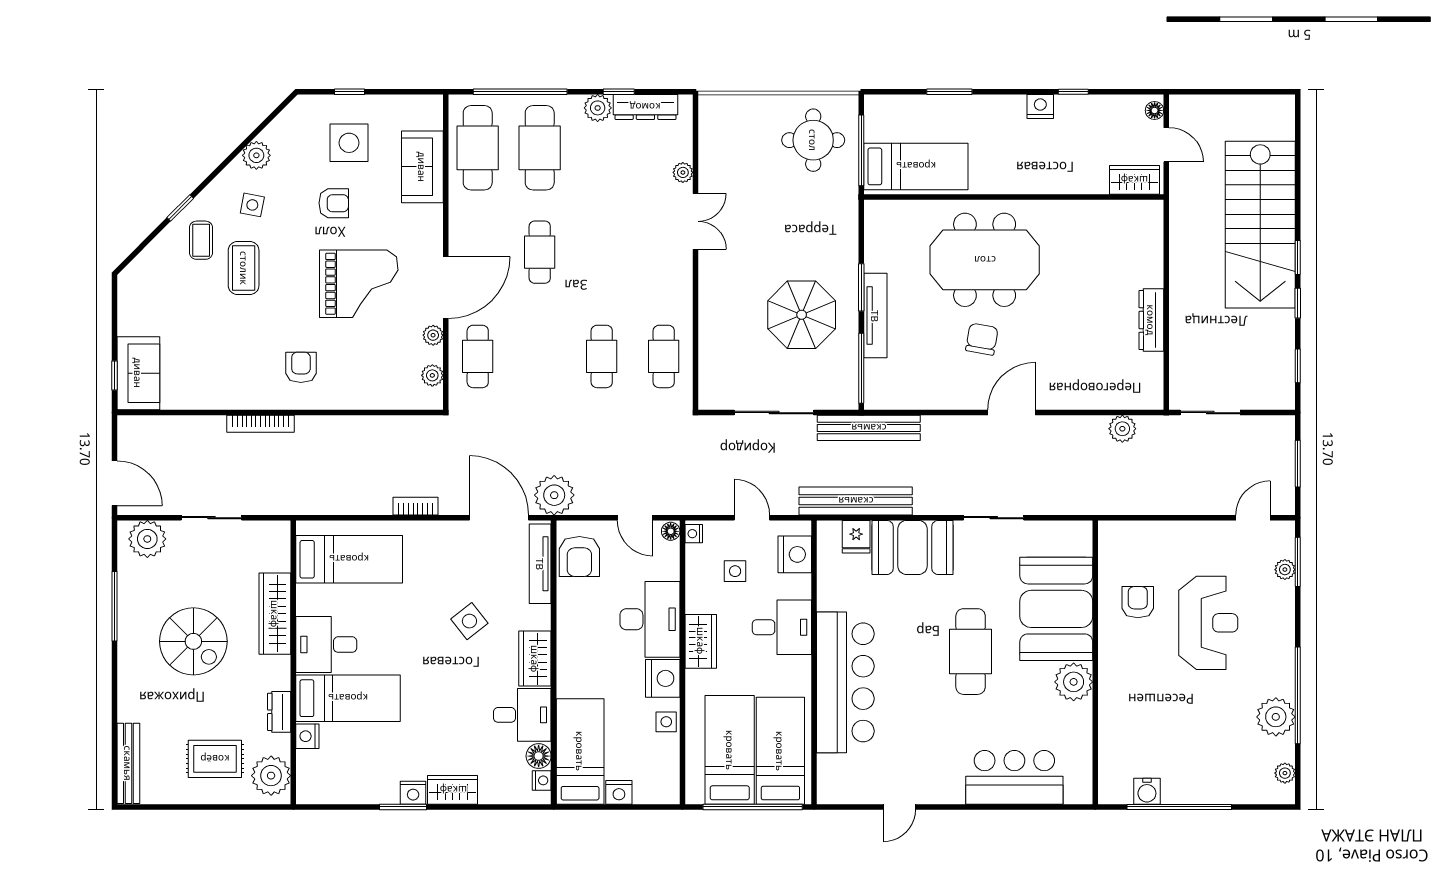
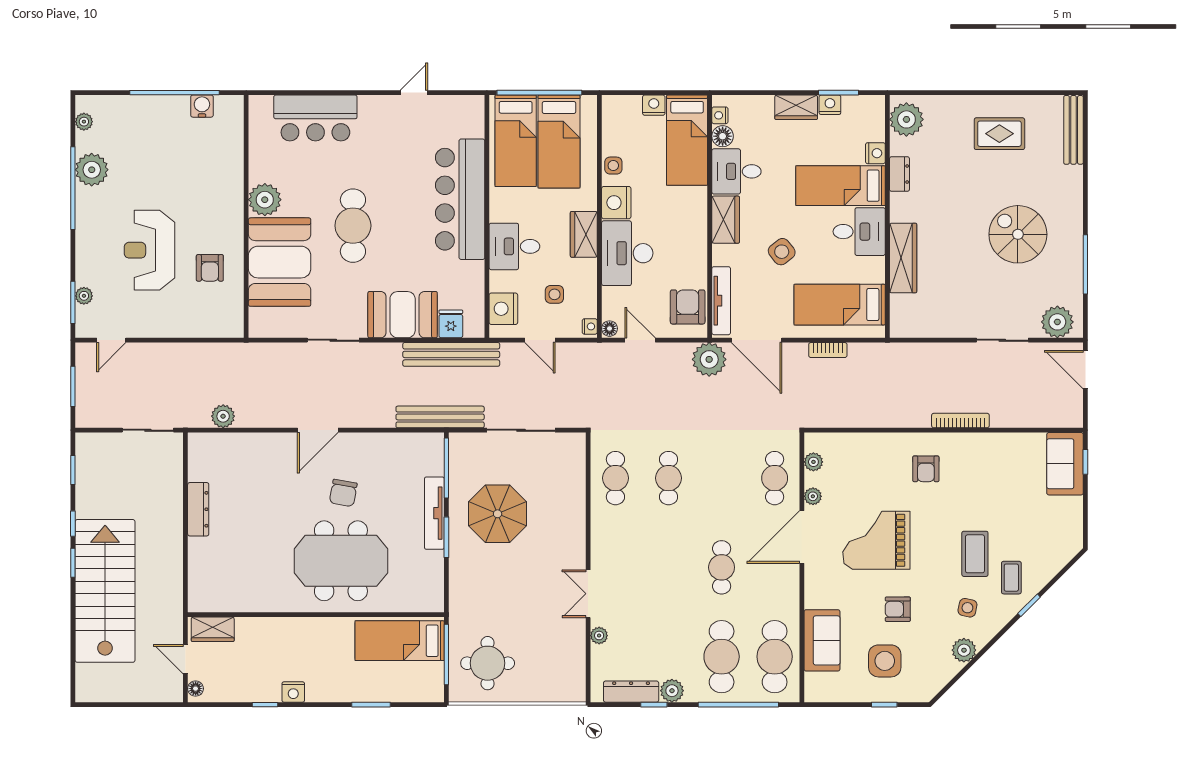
bed: (349, 559) -> (840, 305), moved
wardrobe: (275, 614) -> (903, 258), moved
desk: (326, 645) -> (859, 232), moved
wall: (293, 662) -> (887, 216), moved
bed: (348, 698) -> (841, 186), moved
dresser: (279, 712) -> (899, 174), moved
nightstand: (307, 736) -> (875, 153), moved
plant: (271, 776) -> (906, 119), moved

